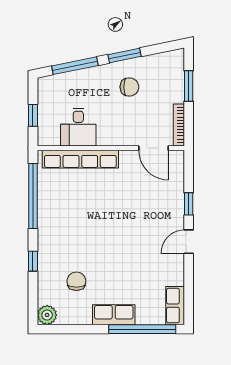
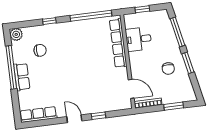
door: (154, 148) -> (131, 89), swing flipped
row of seats: (175, 306) -> (38, 115), width x1.48
window: (142, 329) -> (11, 67), moved

